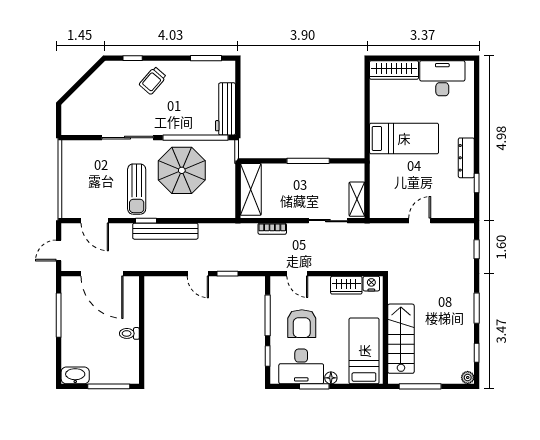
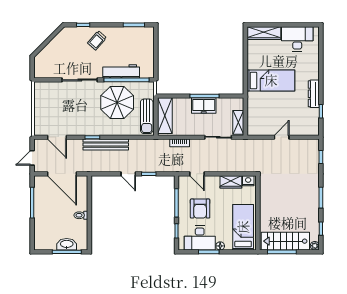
workbench: (225, 109) -> (121, 71), moved, turned 90
freezer: (307, 175) -> (204, 106), added
sun lounger: (137, 189) -> (147, 116), moved
stairs: (401, 339) -> (285, 241), moved, turned -90
washbasin: (75, 375) -> (67, 244), moved

